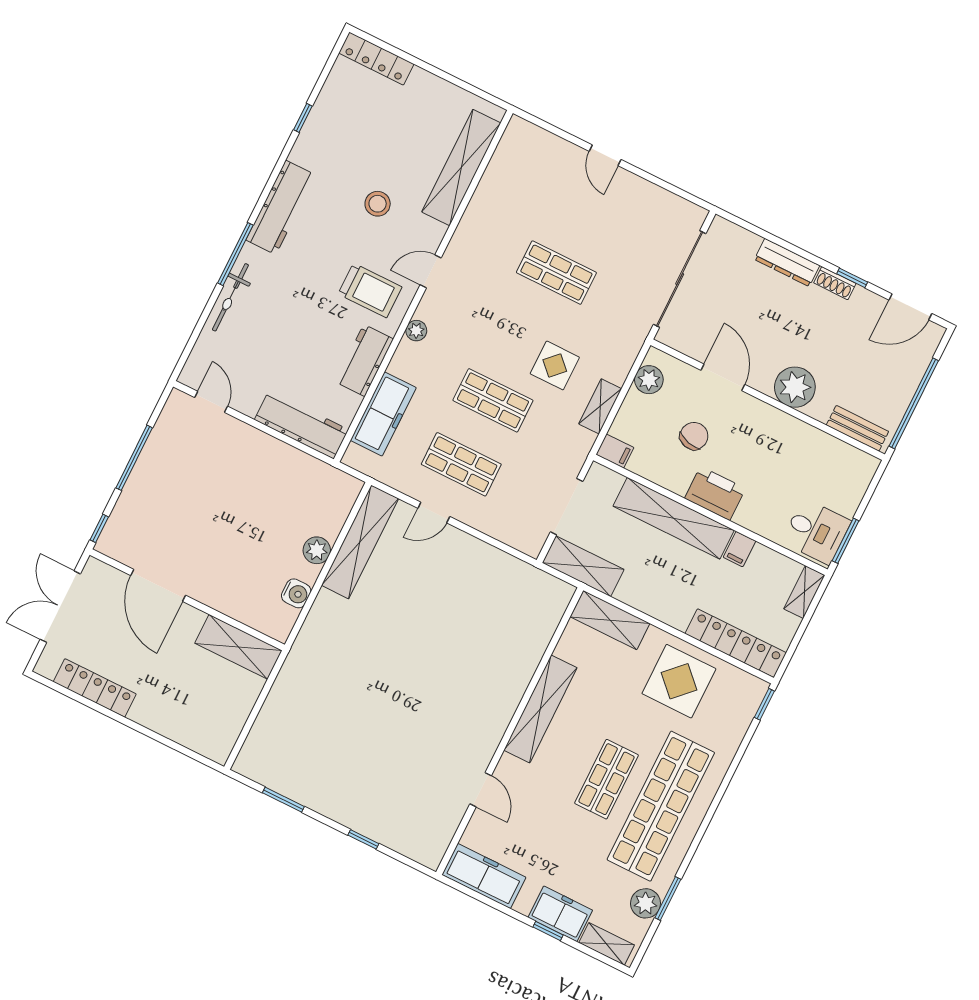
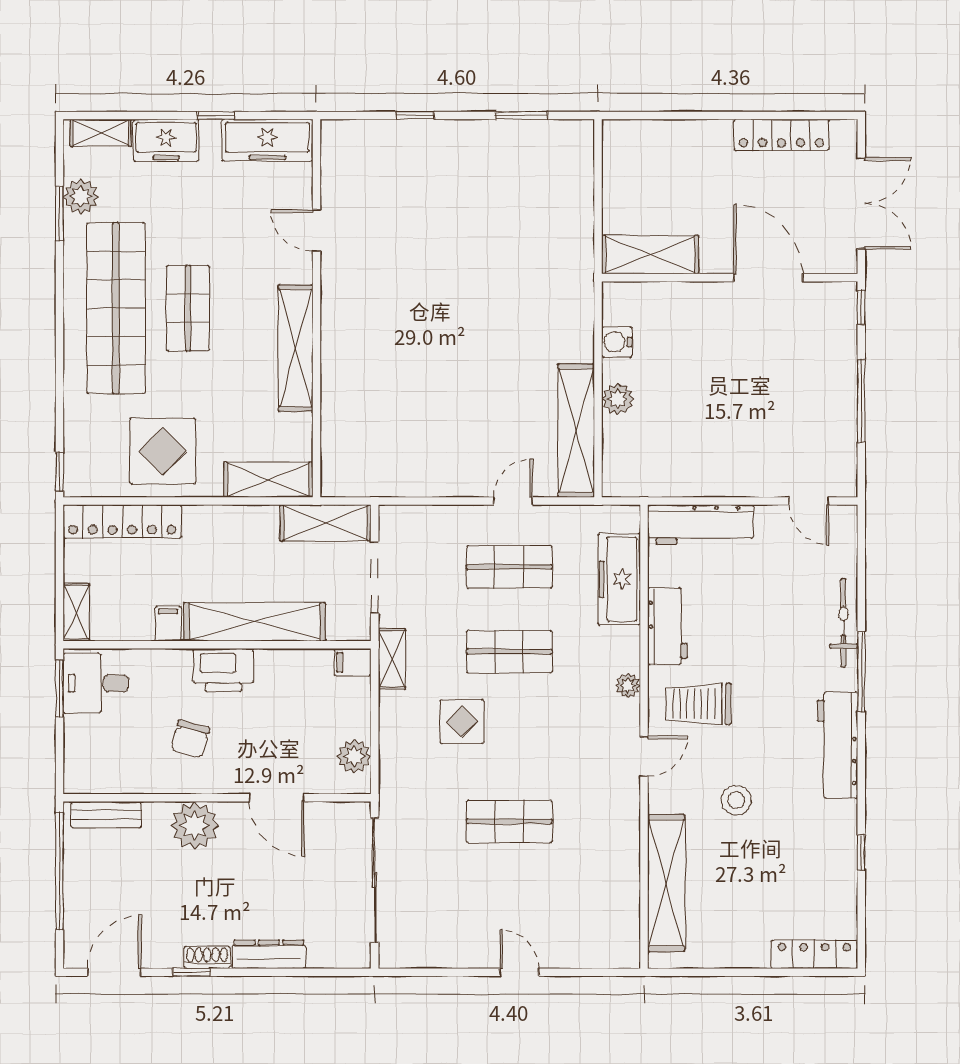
shelving: (600, 406) -> (392, 659), moved
chair: (694, 436) -> (190, 739), moved
window: (548, 931) -> (216, 115), moved

